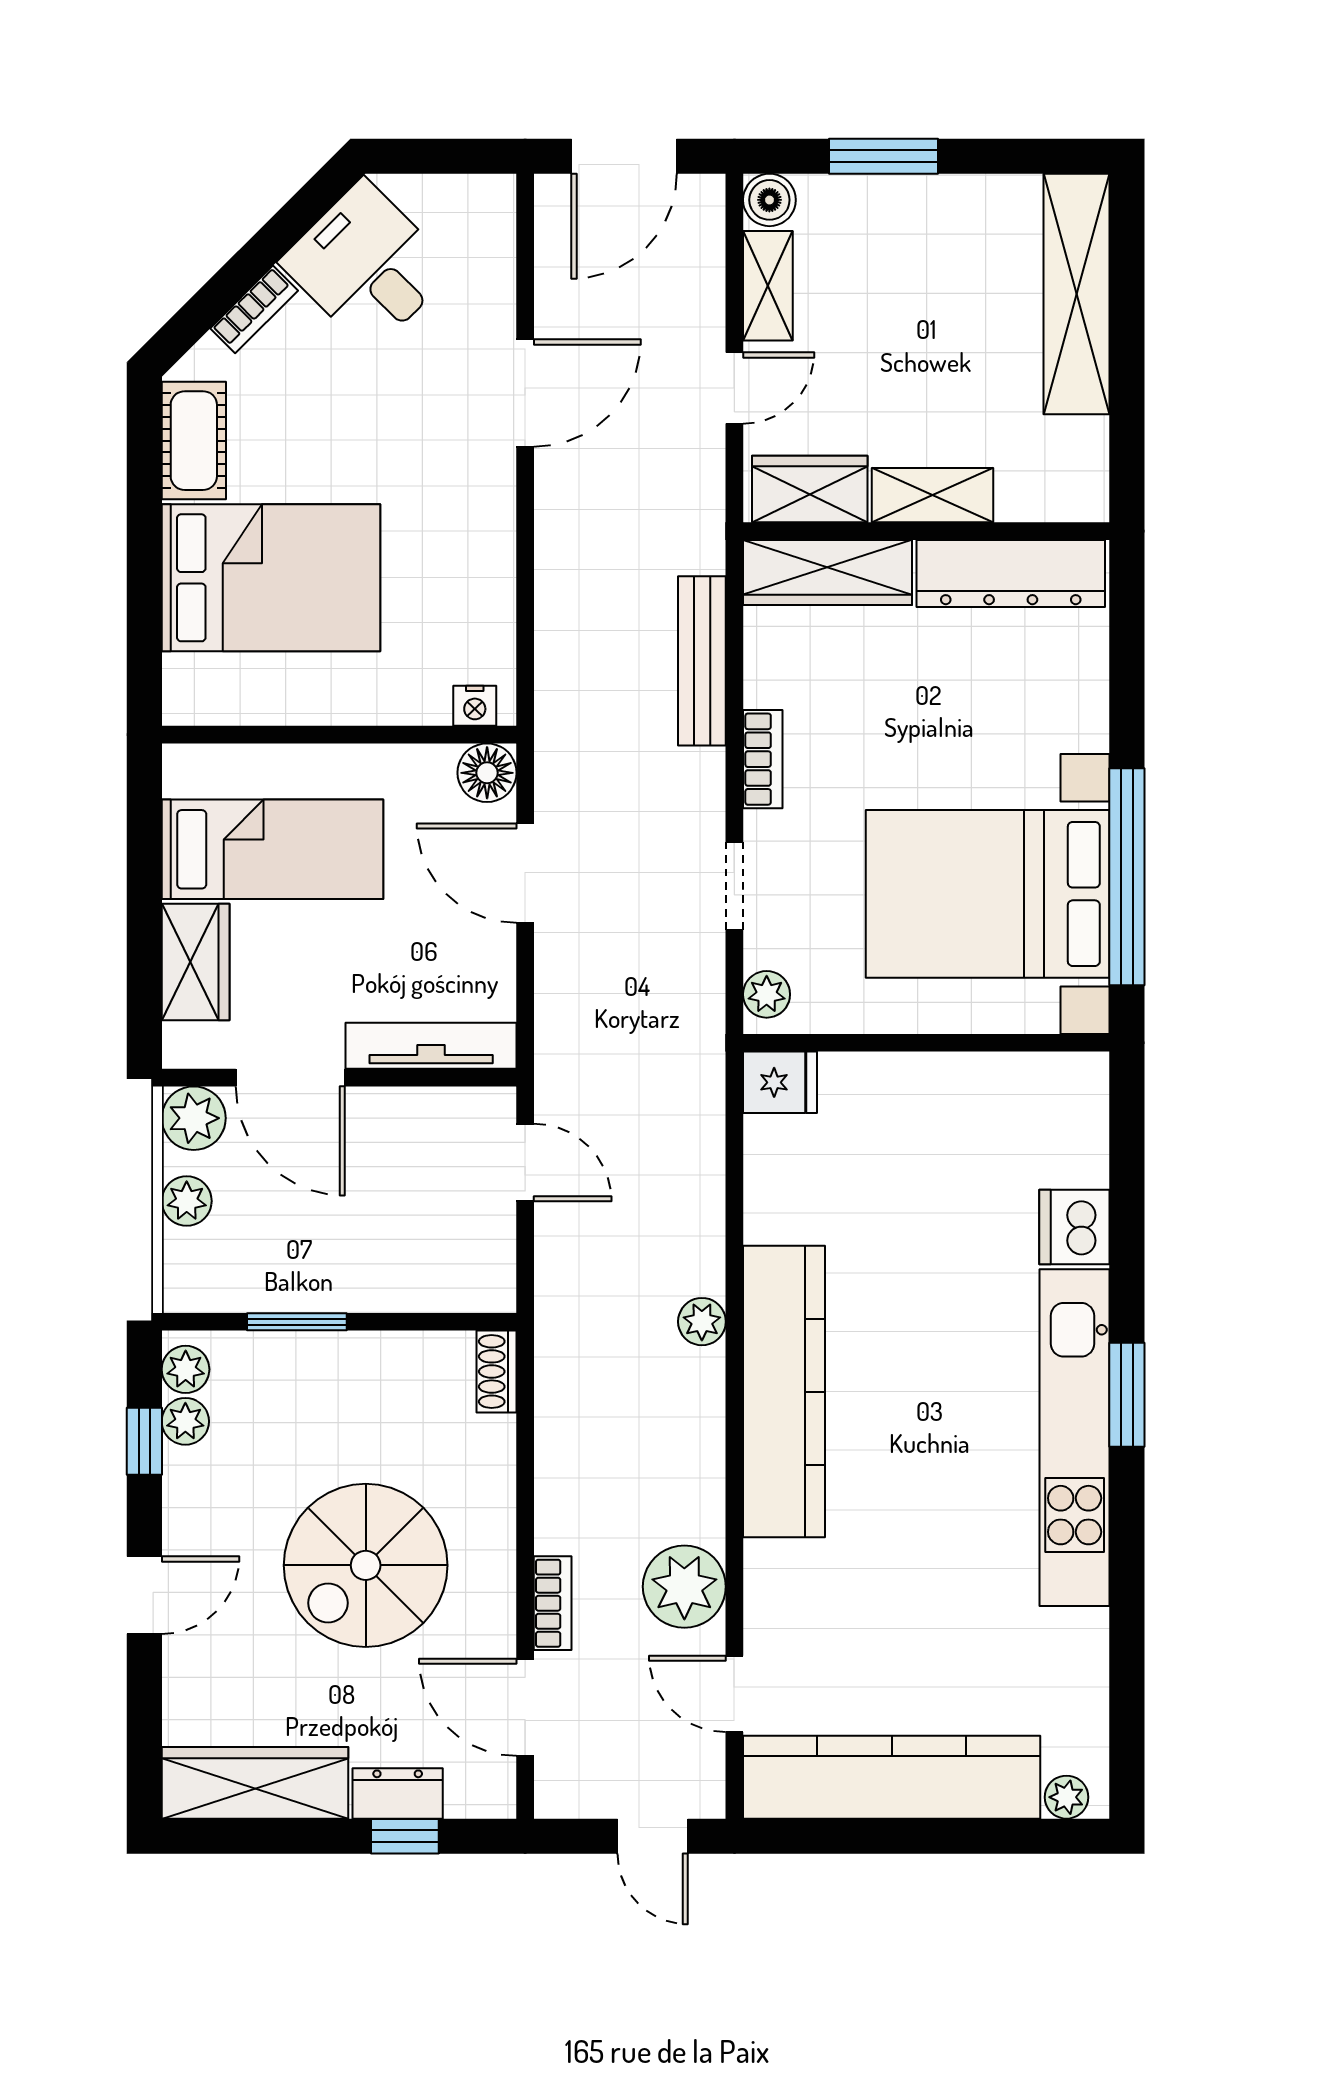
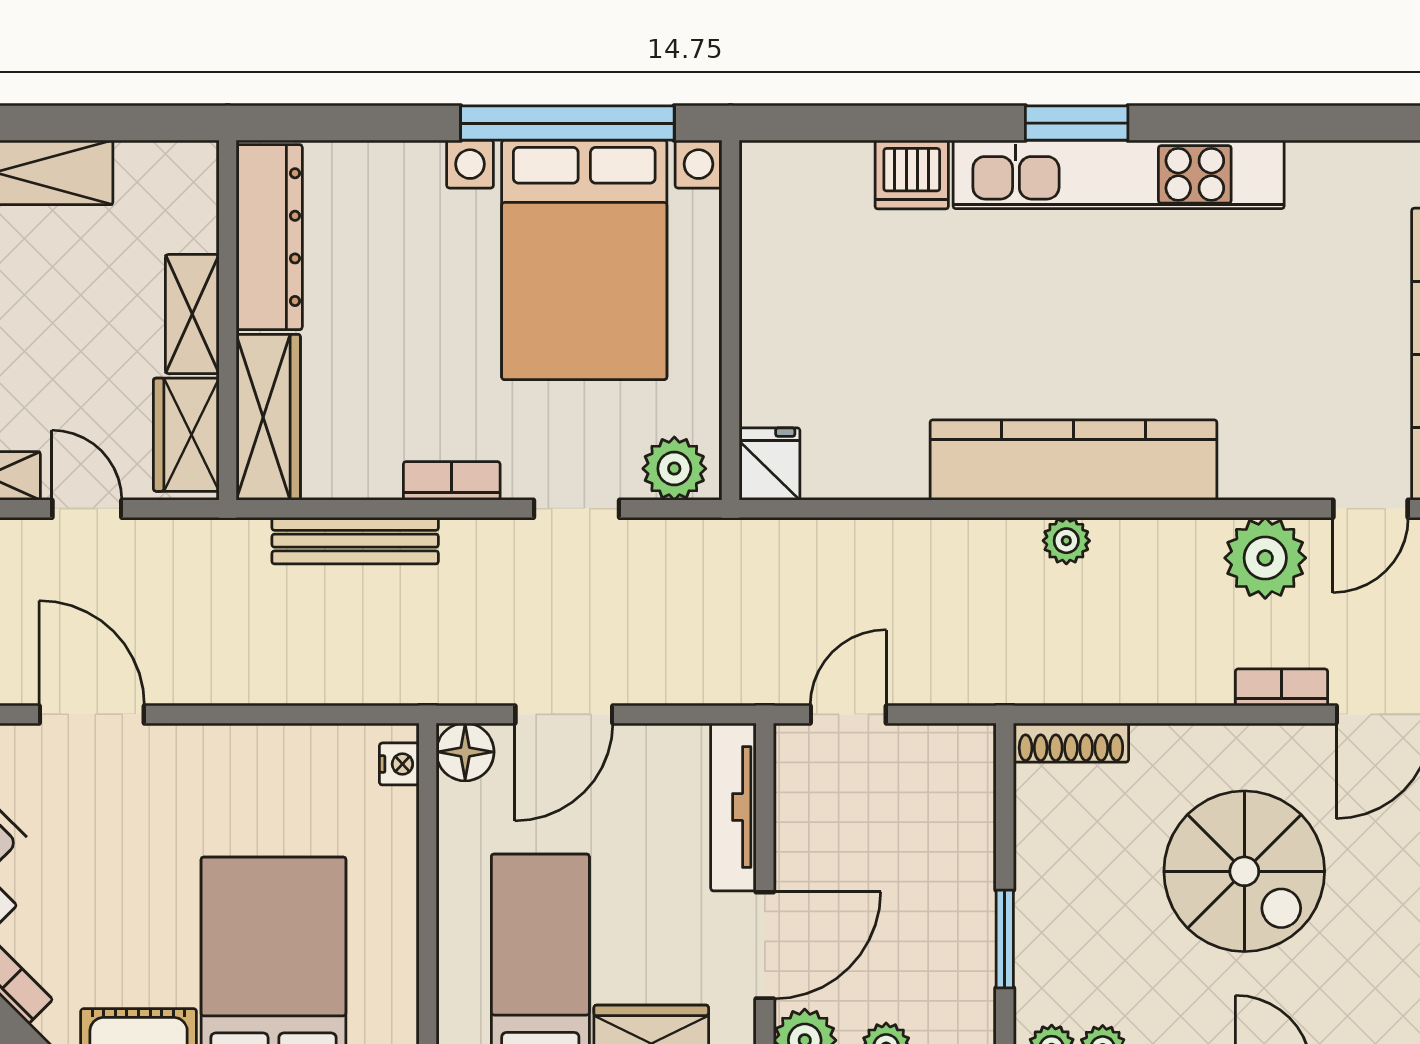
plant: (767, 994) -> (674, 469), width x1.38, depth x1.38
plant: (702, 1322) -> (1066, 541), moved
shoe rack: (496, 1371) -> (1071, 743), width x1.43

